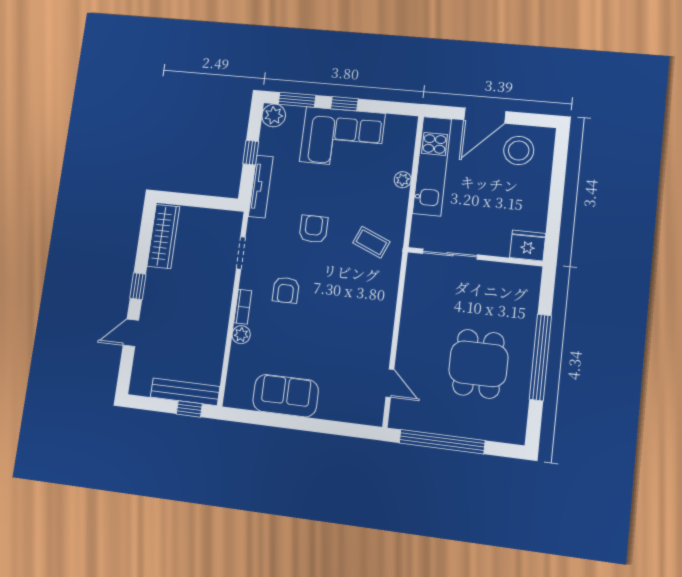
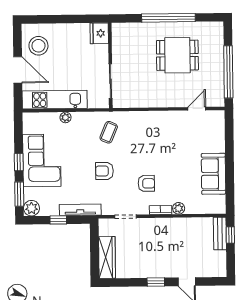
wardrobe: (163, 236) -> (107, 257), moved, turned 90
bench: (185, 392) -> (220, 234), width x0.73

